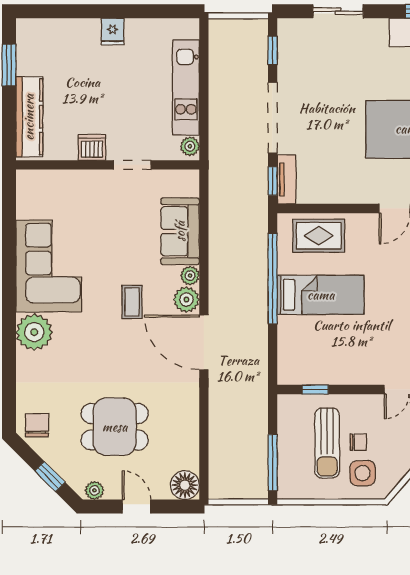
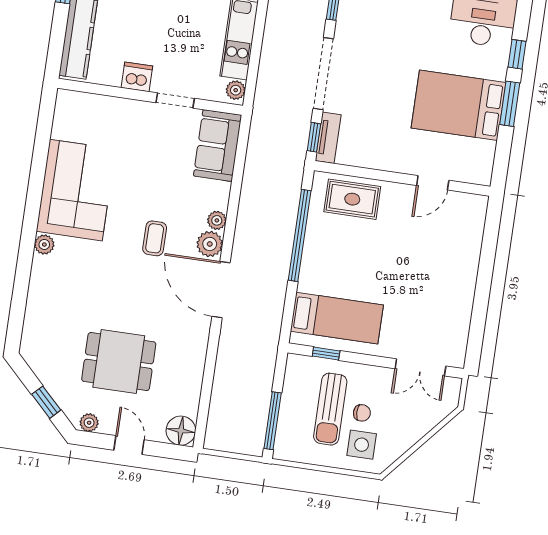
sofa: (180, 231) -> (218, 146), moved
bed: (321, 295) -> (337, 318), moved
plant: (34, 332) -> (44, 245), width x0.53, depth x0.53
chair: (37, 425) -> (41, 349), removed

